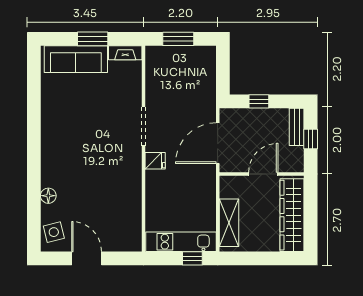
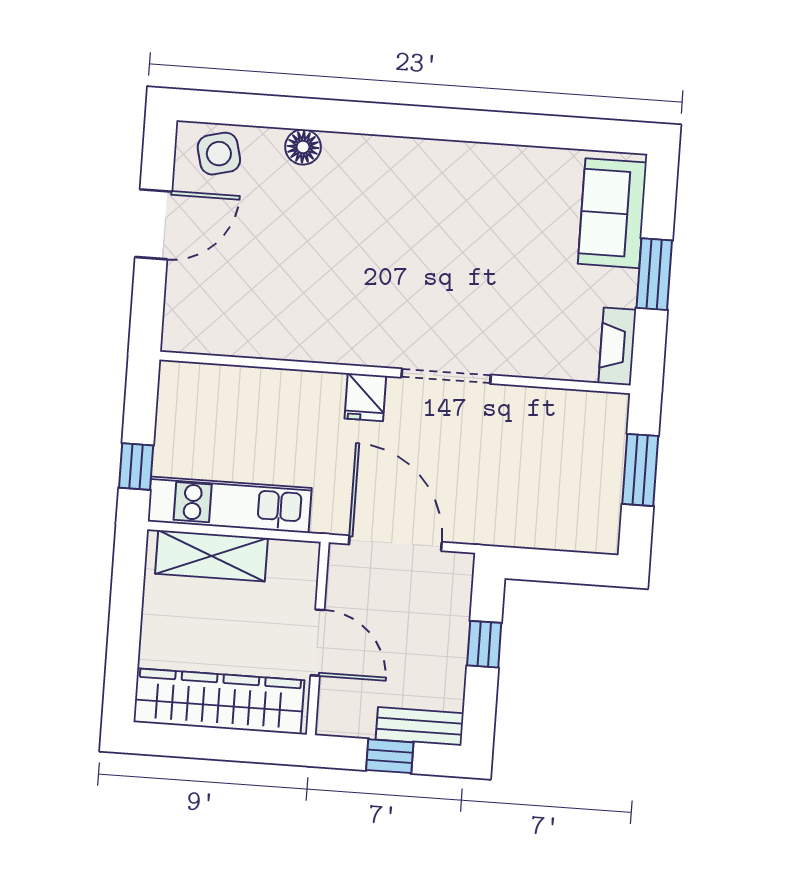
sofa: (76, 59) -> (612, 213), width x0.73
kitchen unit: (181, 242) -> (230, 505), moved, turned -90

